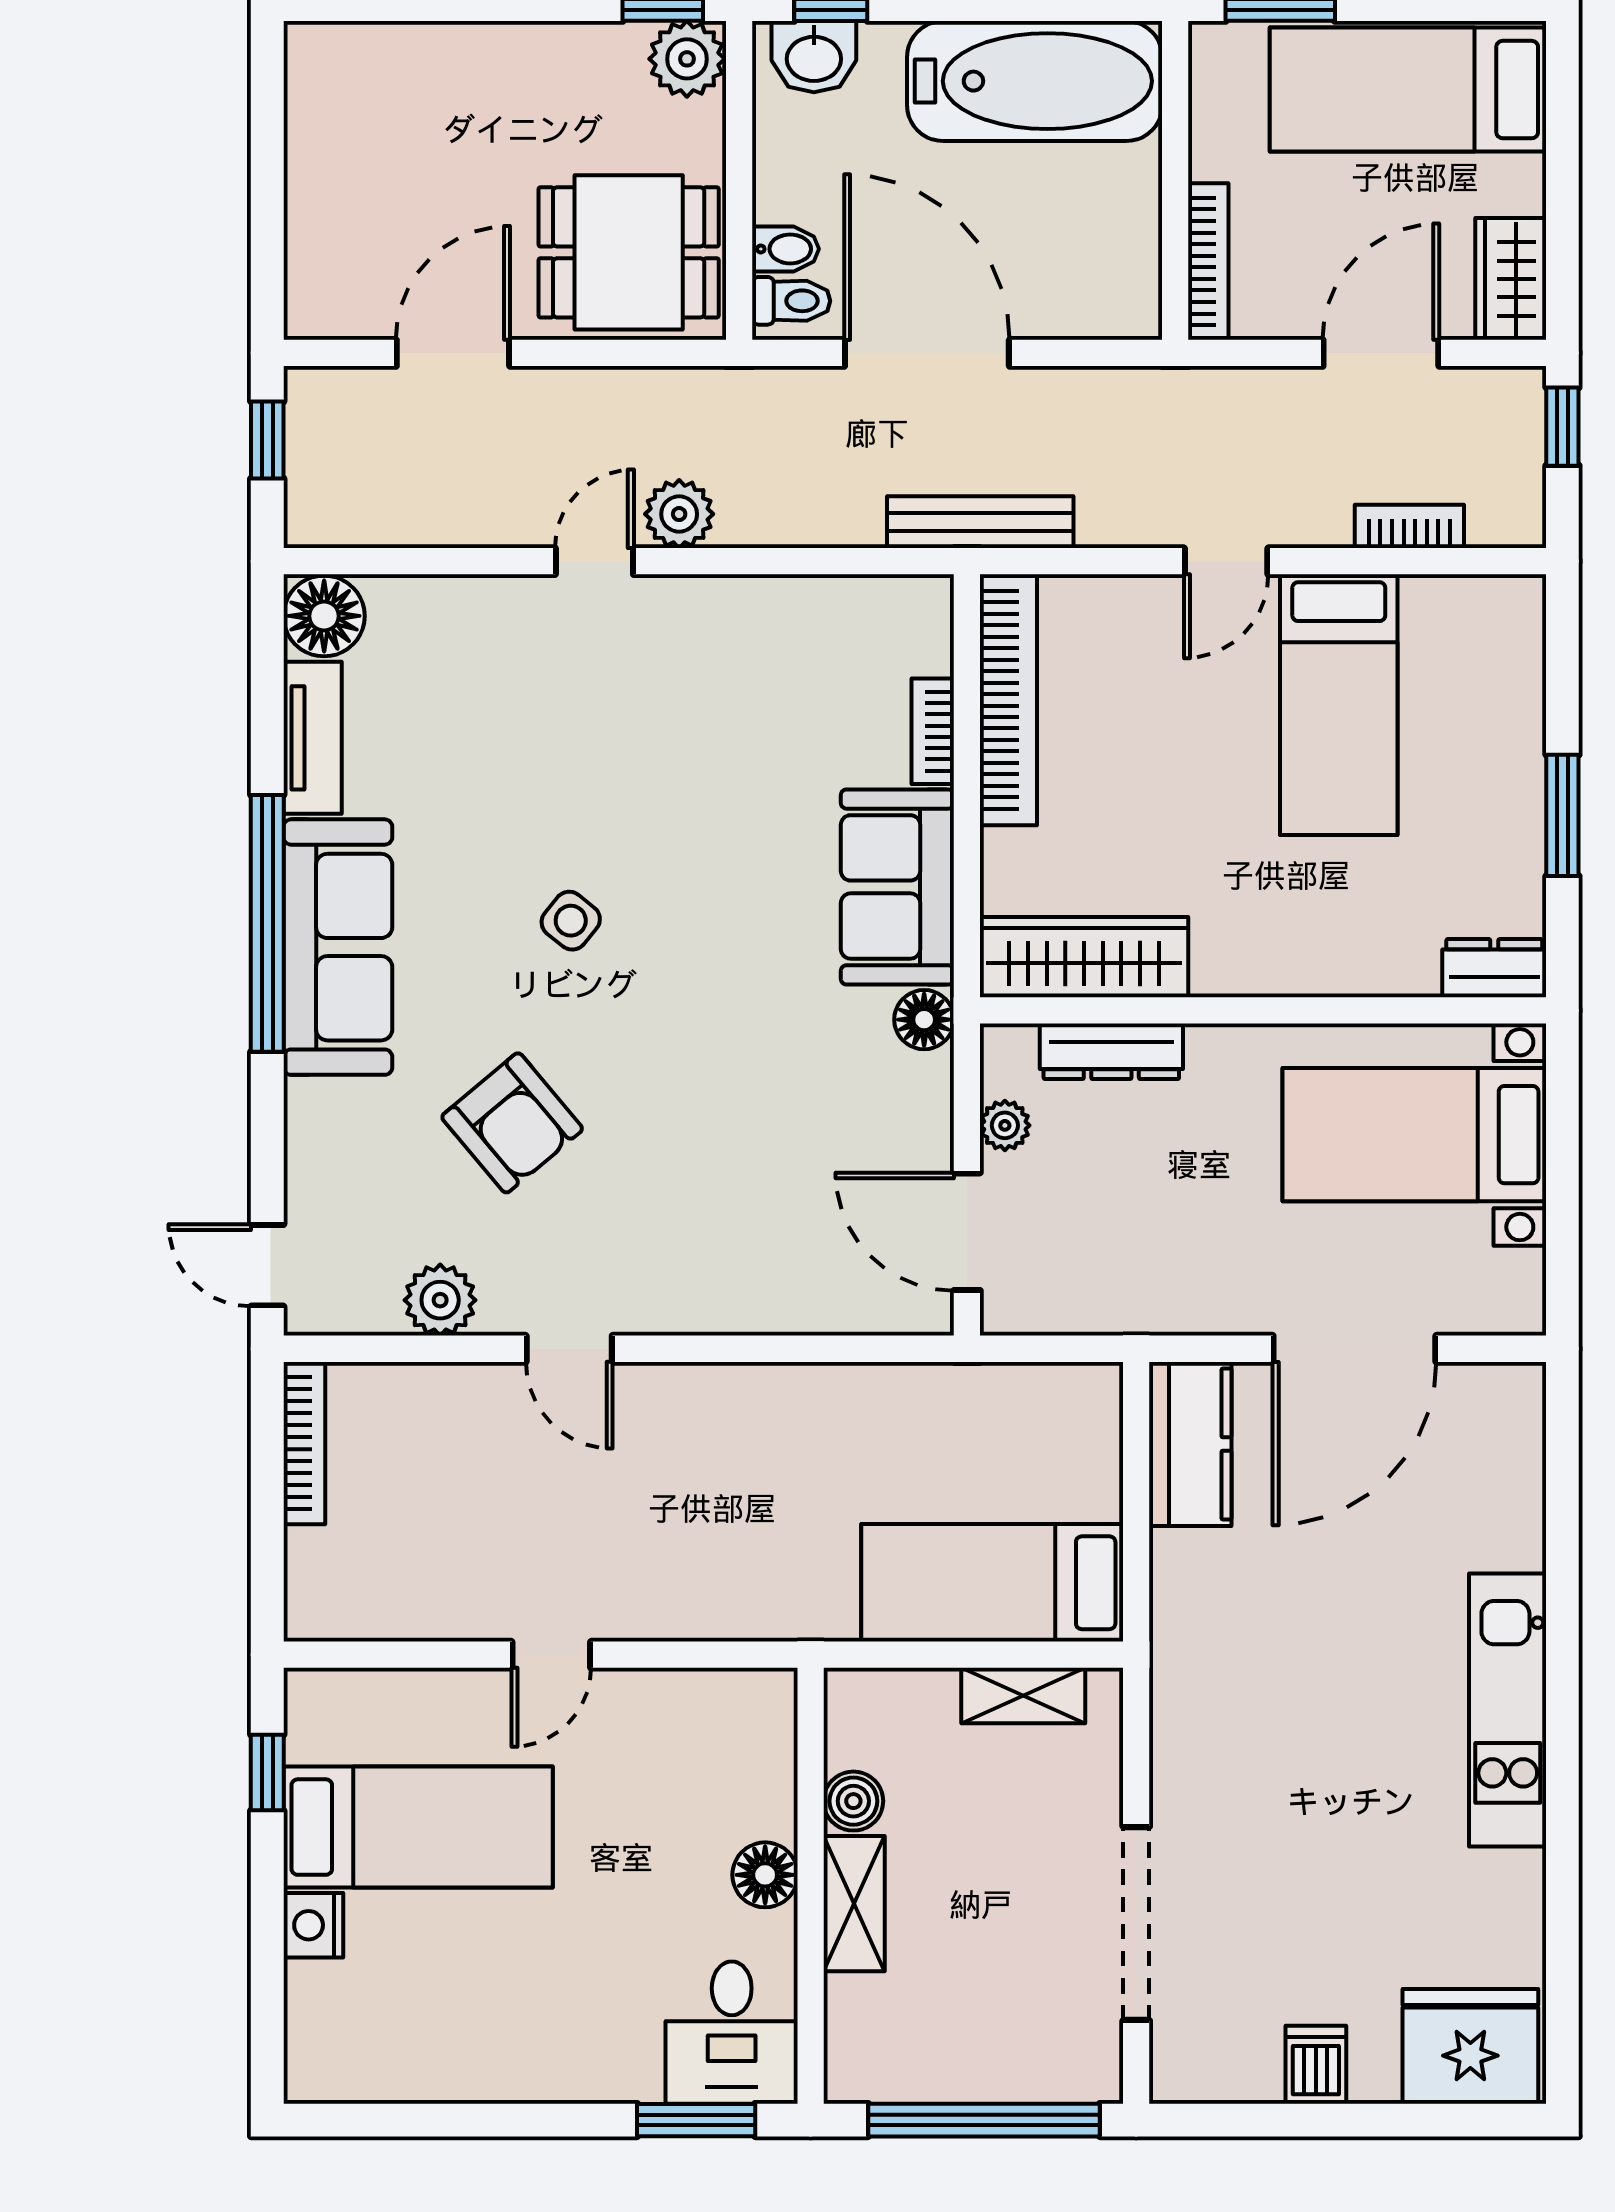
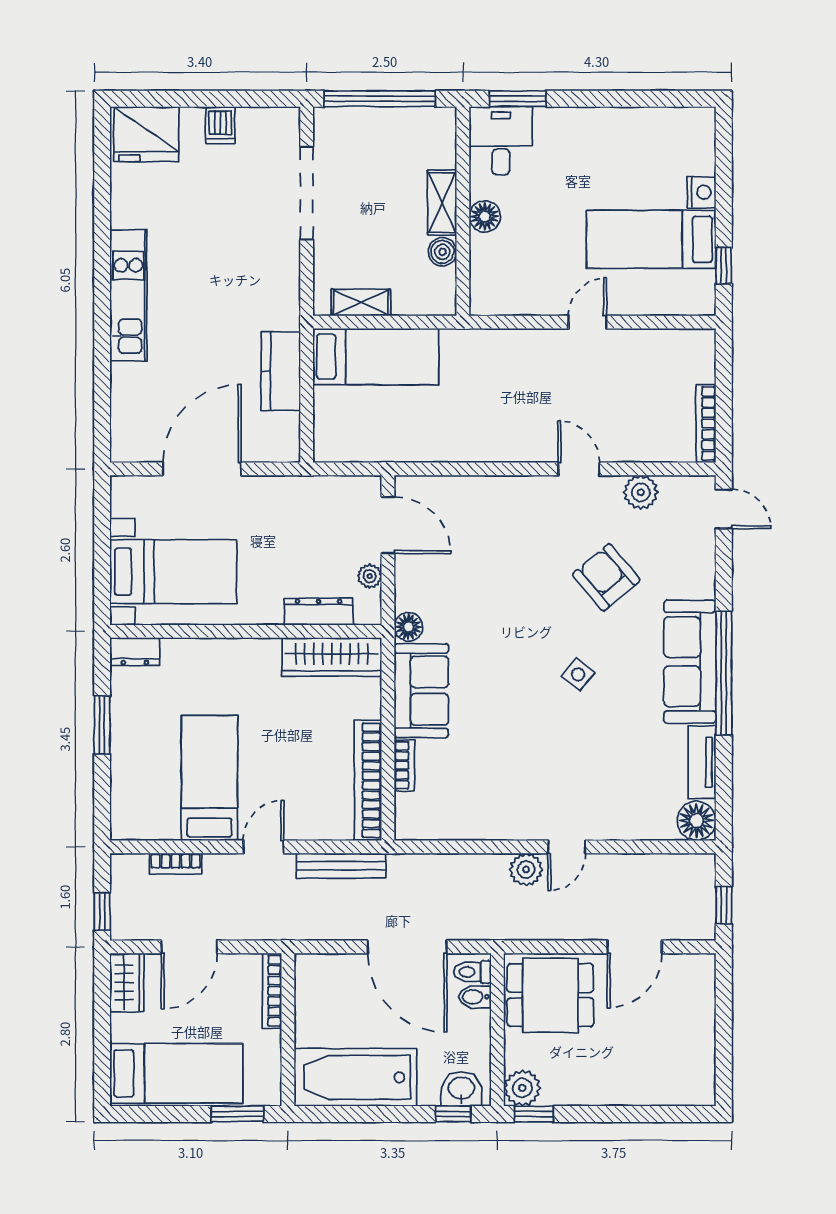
bench: (980, 522) -> (341, 866), moved
kitchen counter: (1190, 1444) -> (281, 371), moved

